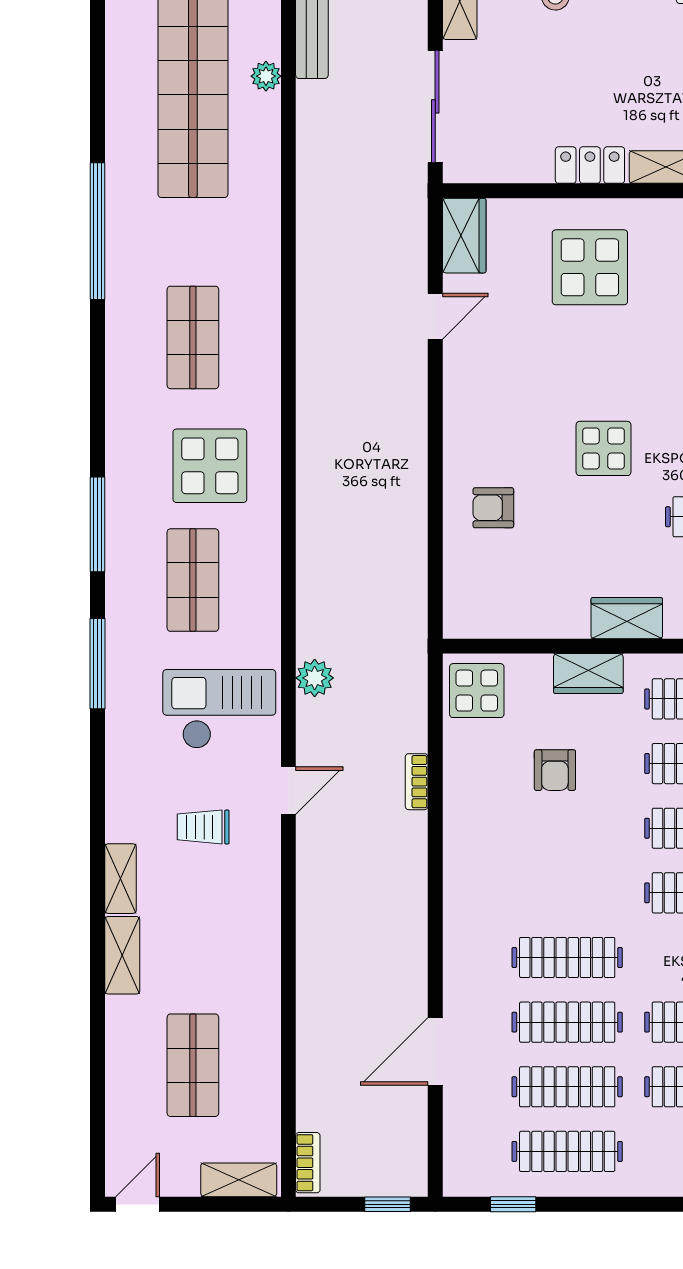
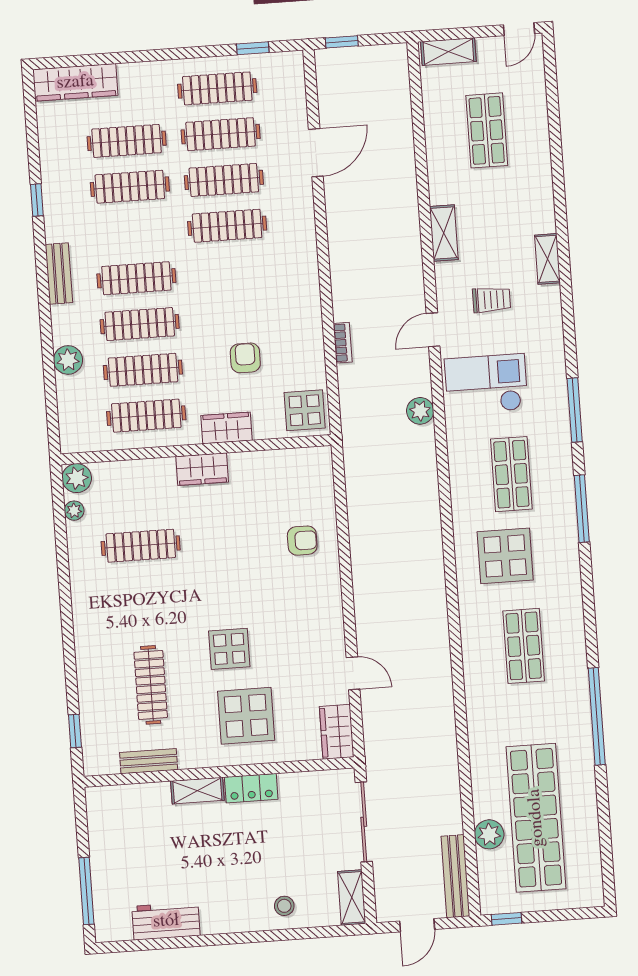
plant: (266, 76) -> (489, 834), width x1.38, depth x1.38
door: (435, 316) -> (353, 673), swing flipped
display table: (604, 448) -> (229, 649), moved
checkout: (219, 709) -> (486, 384), turned 180
shelving: (122, 955) -> (444, 233), moved
bookcase: (308, 1163) -> (400, 67), removed

